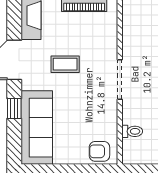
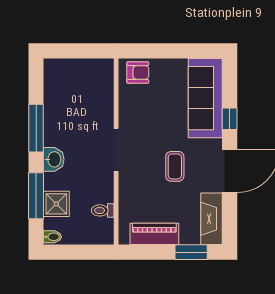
coffee table: (65, 64) -> (175, 166), turned 90
toilet: (132, 131) -> (103, 210), moved

